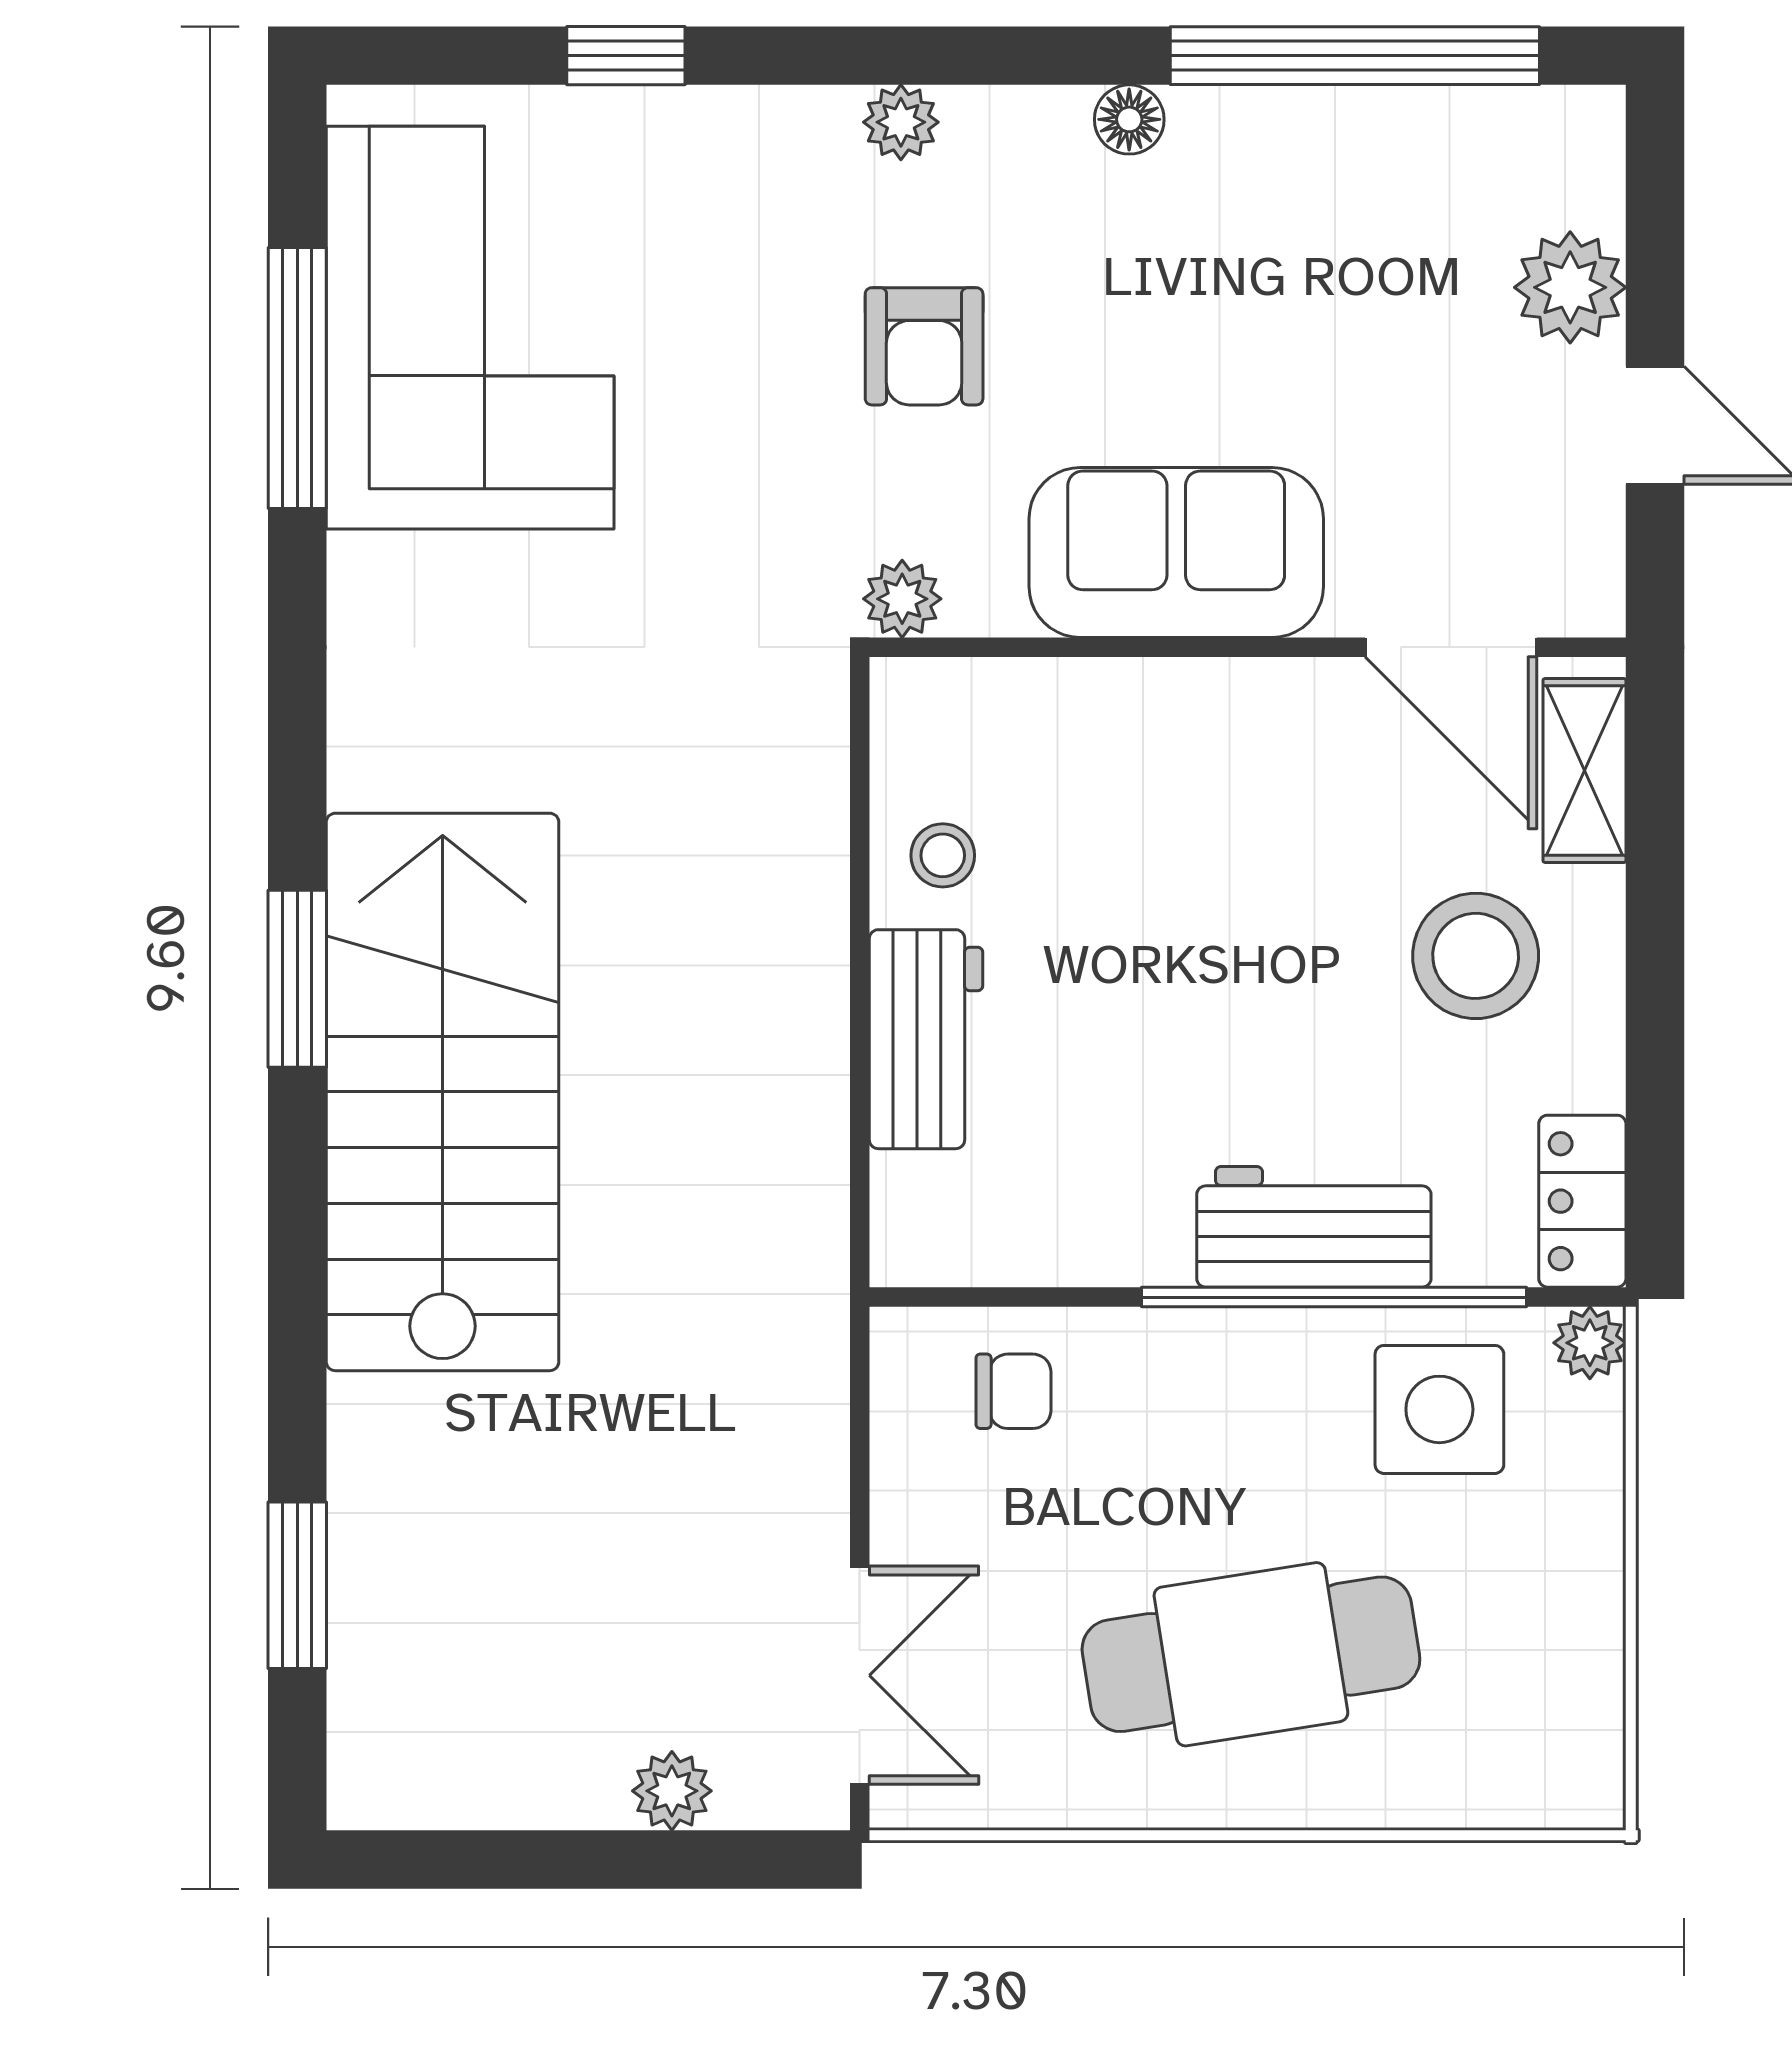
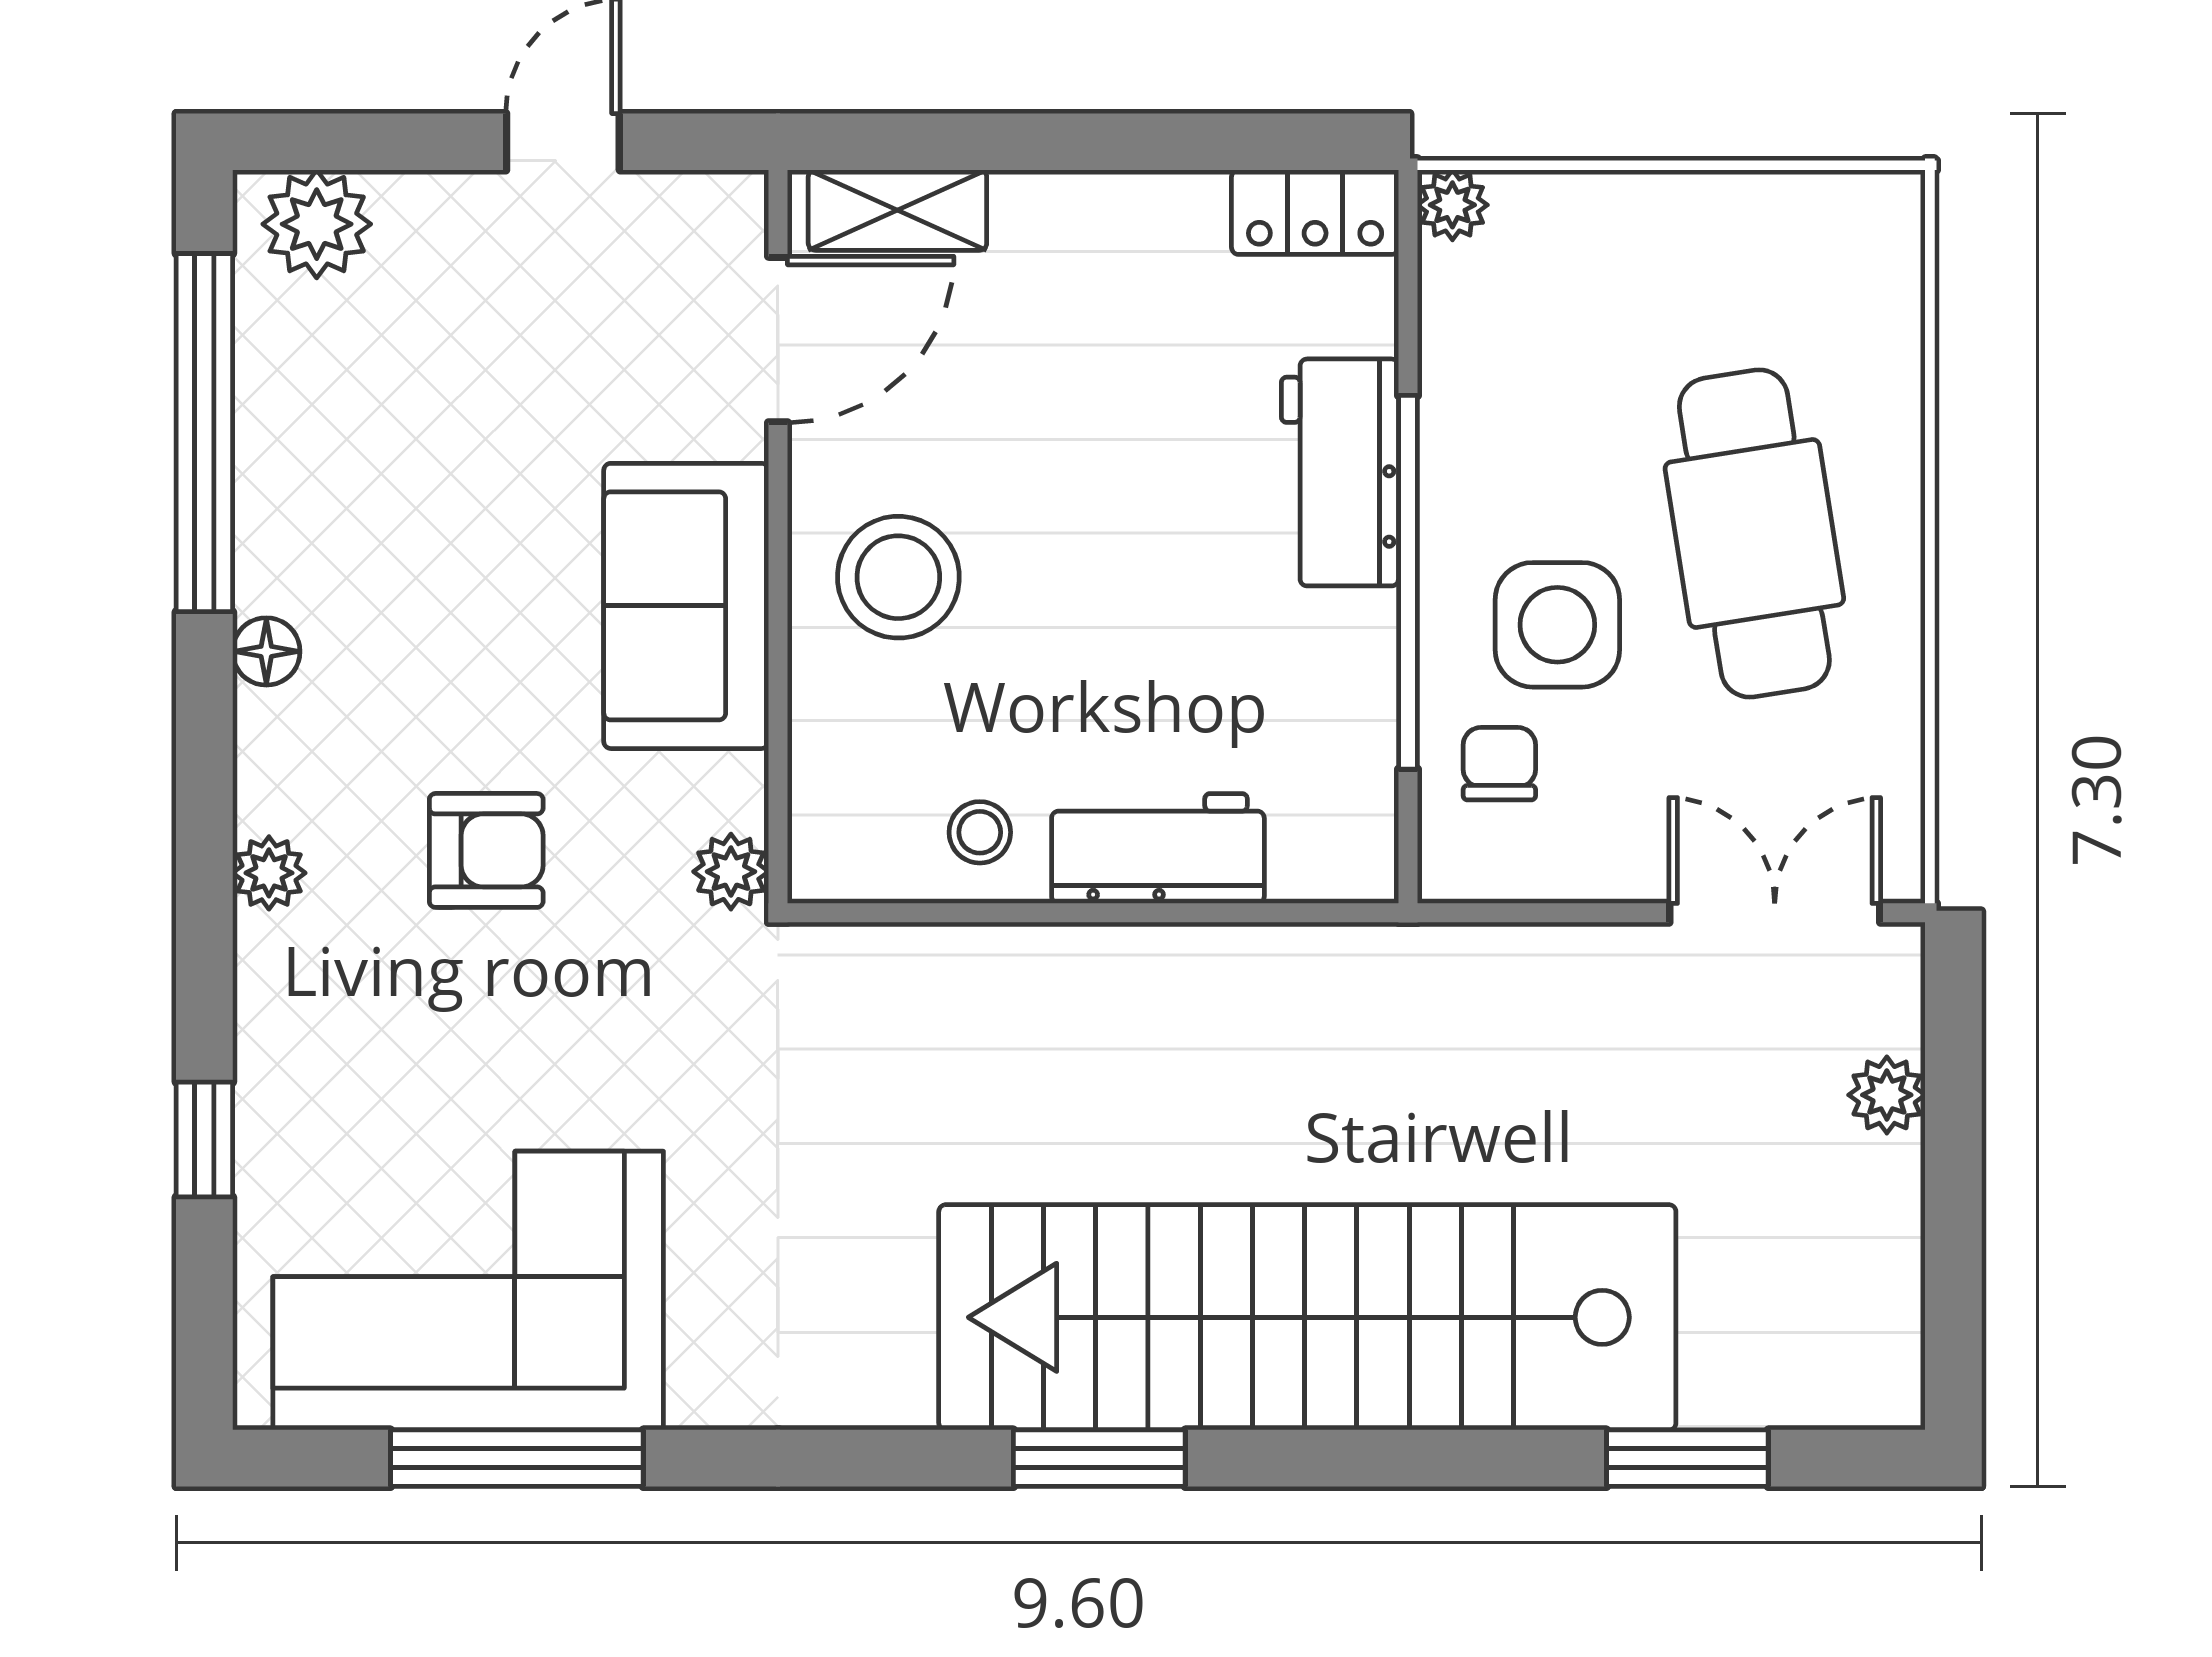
plant: (1570, 287) -> (317, 224), moved
stool: (1476, 956) -> (898, 577), moved
stairs: (443, 1092) -> (1307, 1317), width x1.36
window: (1334, 1297) -> (1408, 582), moved
side table: (1439, 1409) -> (1557, 625), moved

